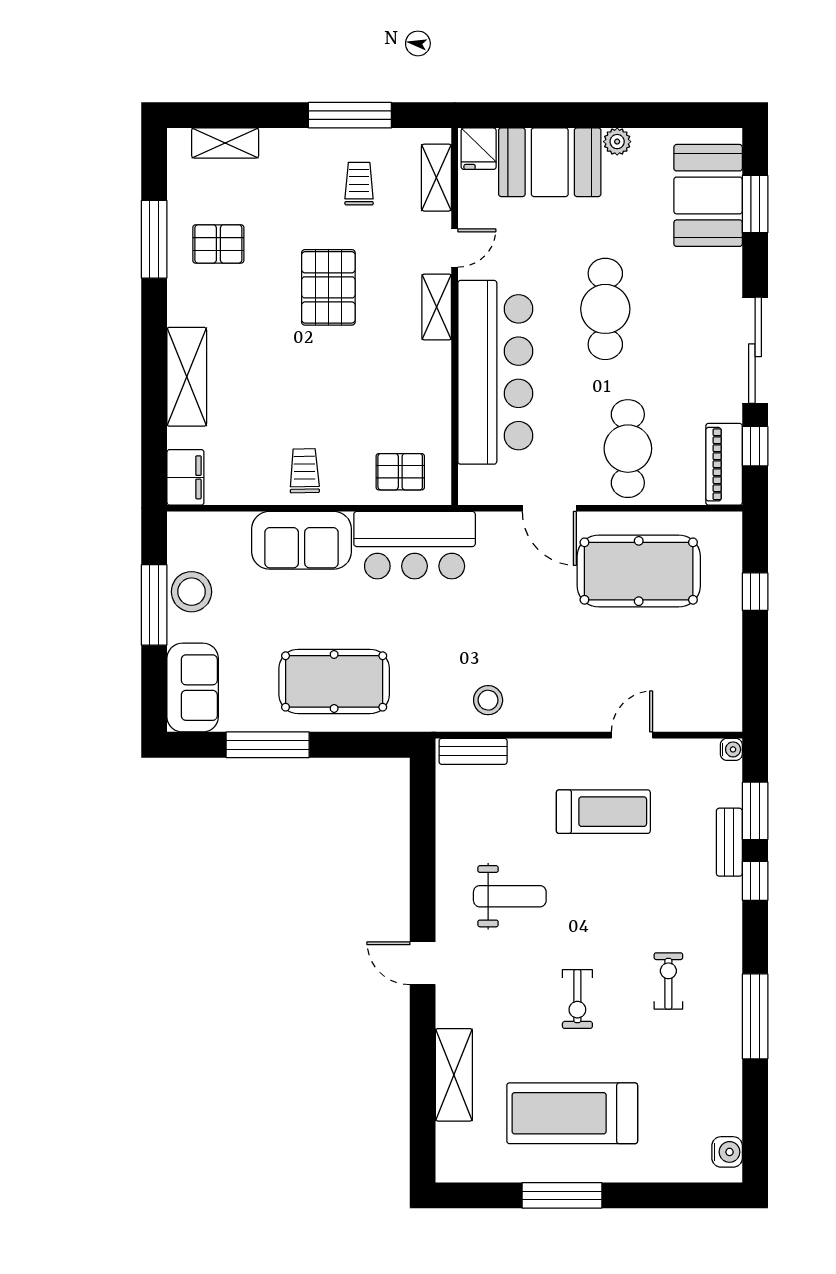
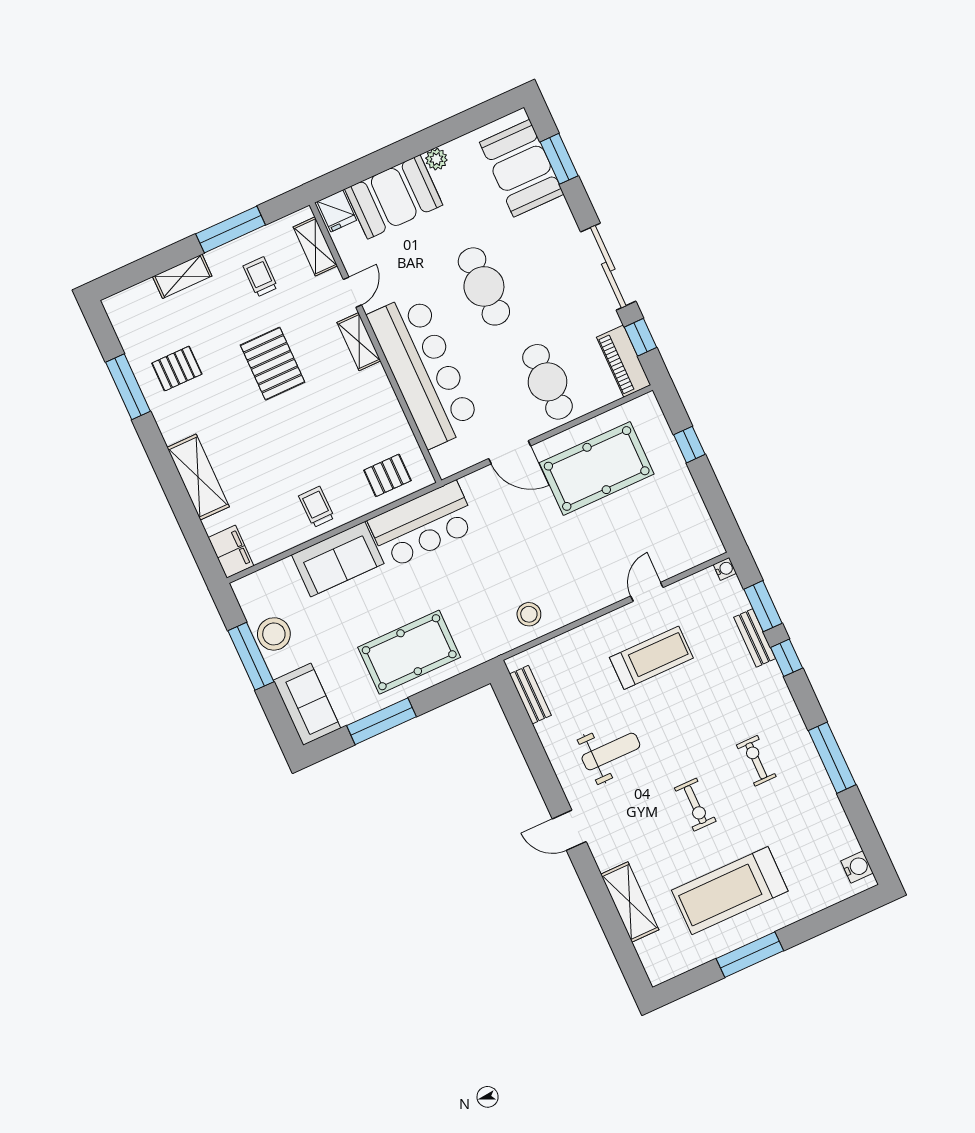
shelving: (225, 143) -> (182, 276), moved
bench: (473, 751) -> (530, 695), moved, turned 90

